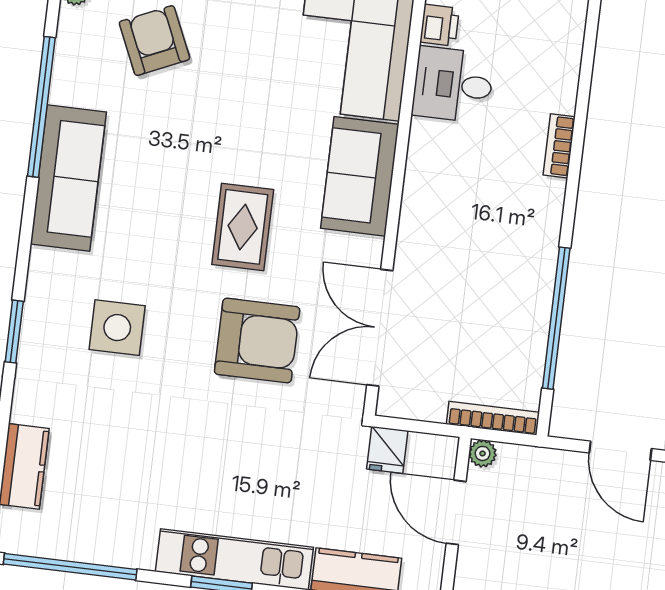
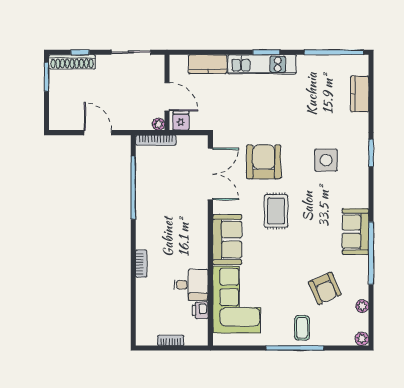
sofa: (68, 178) -> (355, 232), width x0.73
armchair: (257, 340) -> (264, 162), turned 90
fridge: (387, 450) -> (181, 121), moved

